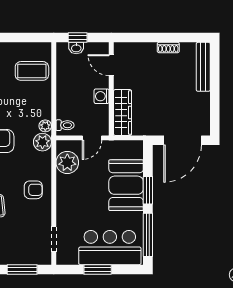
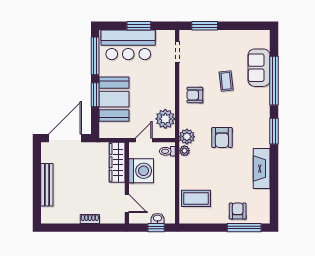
shoe rack: (168, 47) -> (90, 219), moved
bench: (203, 67) -> (47, 185), moved
washing machine: (102, 96) -> (141, 171), width x1.89, depth x1.89

